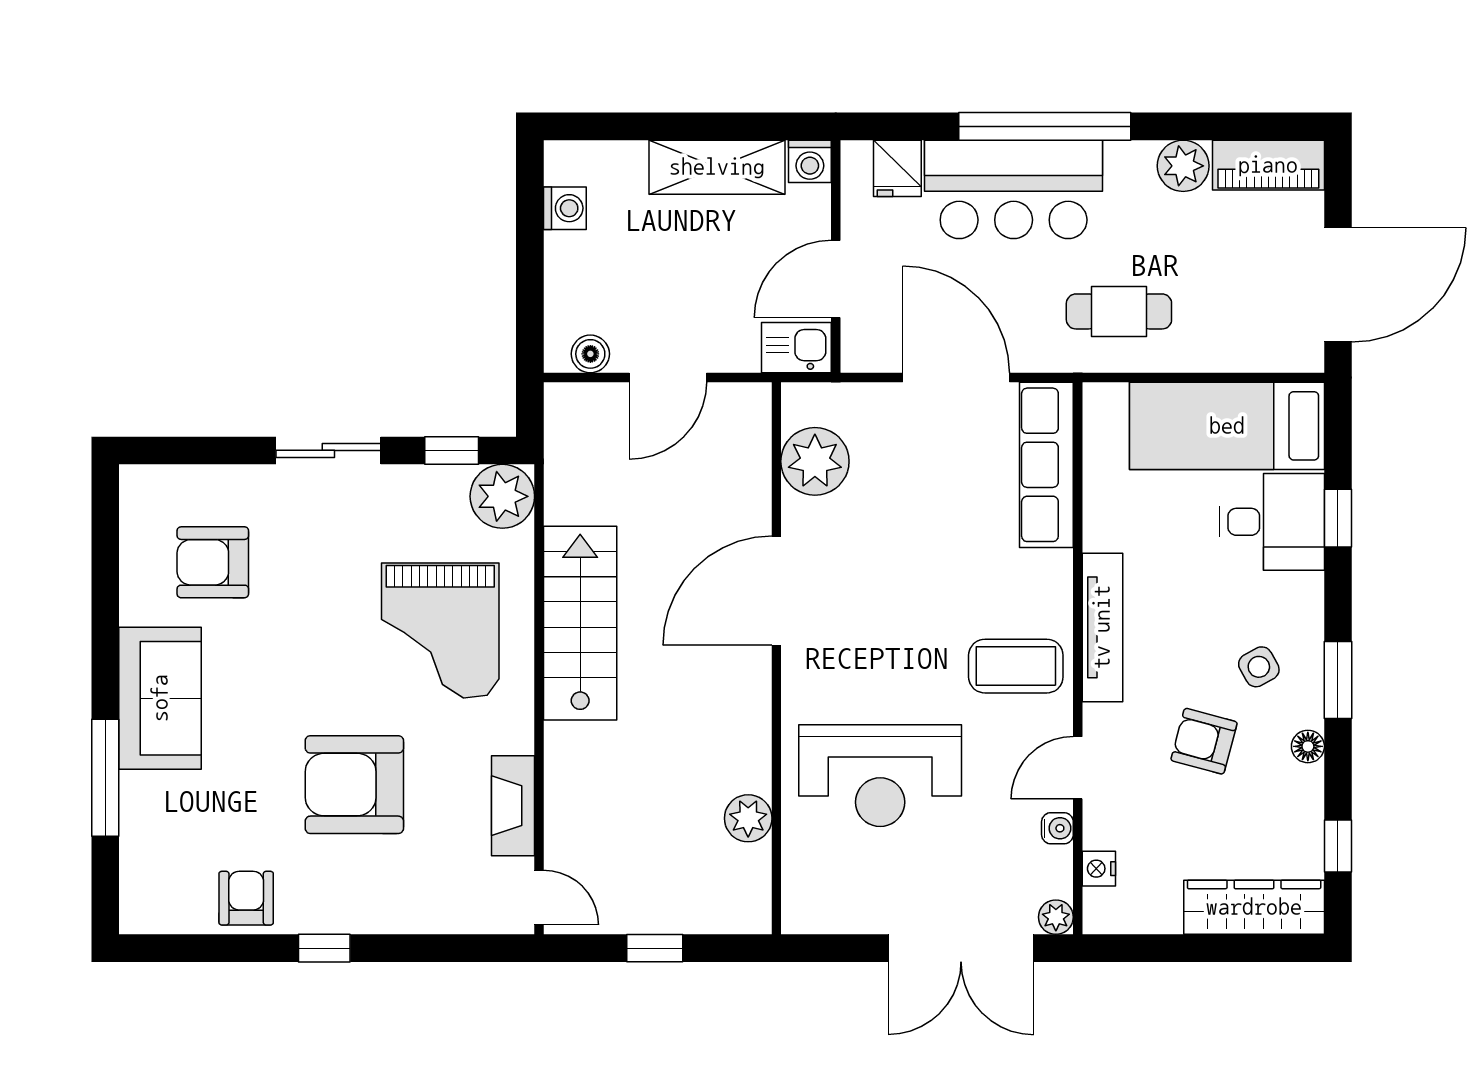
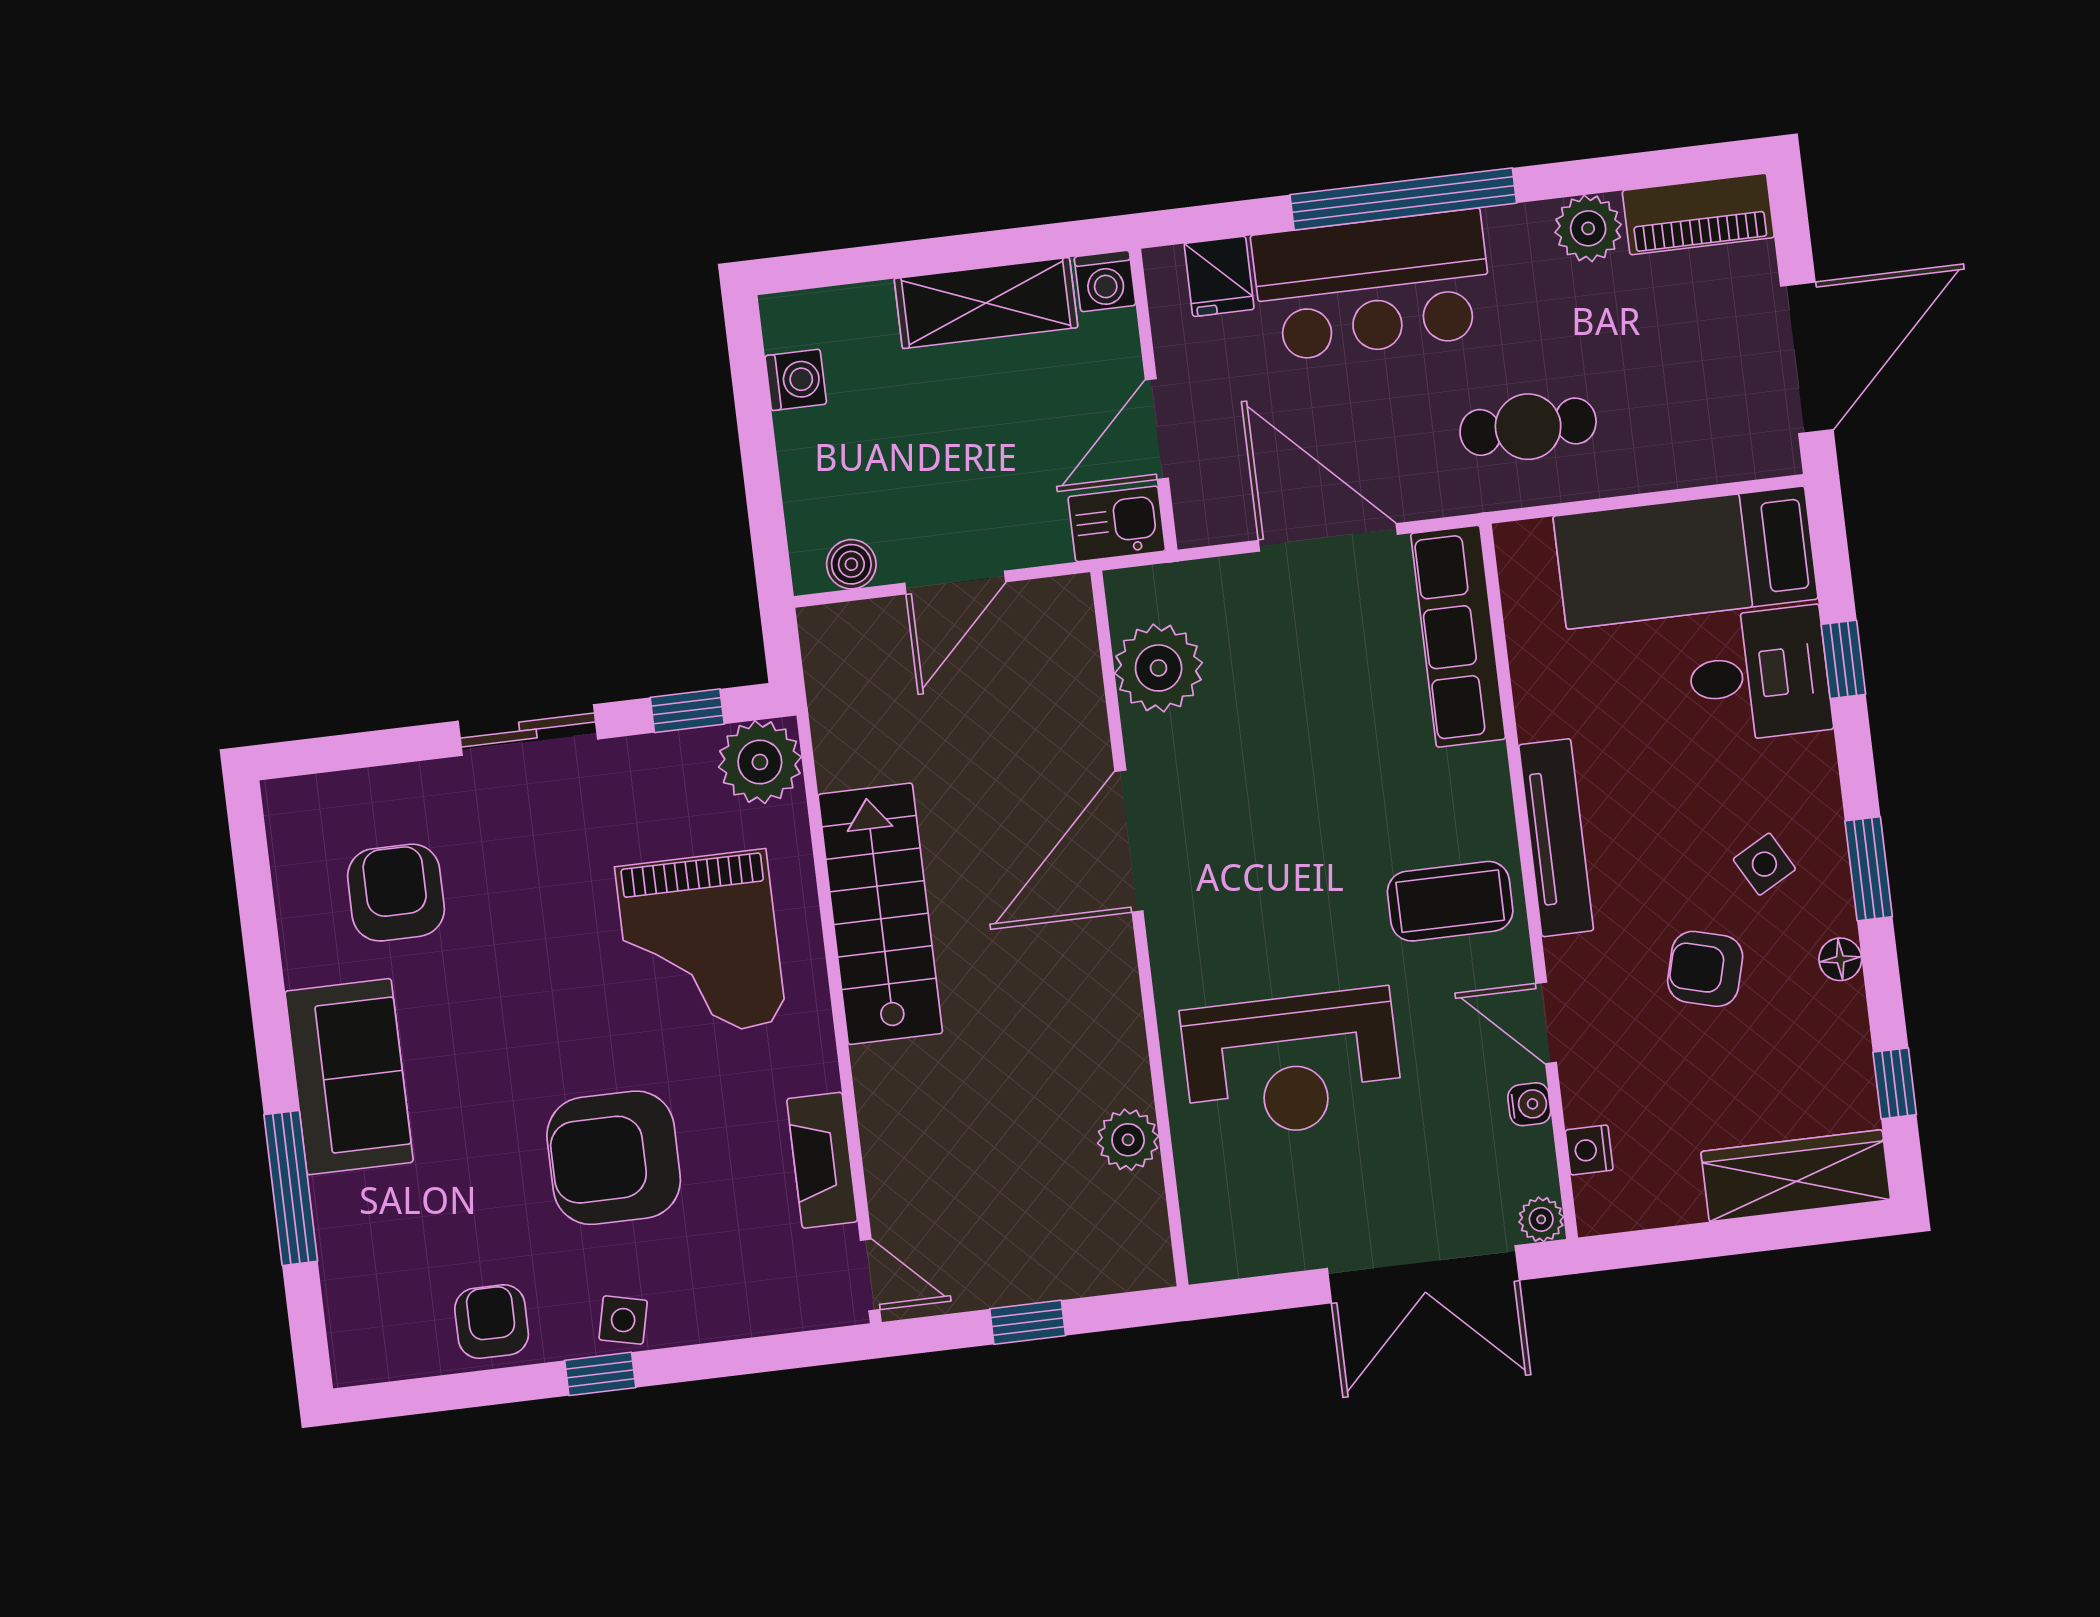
armchair: (213, 562) -> (396, 893), turned 90
door: (1078, 768) -> (1546, 1023), hinge flipped
side table: (347, 909) -> (623, 1320), added

